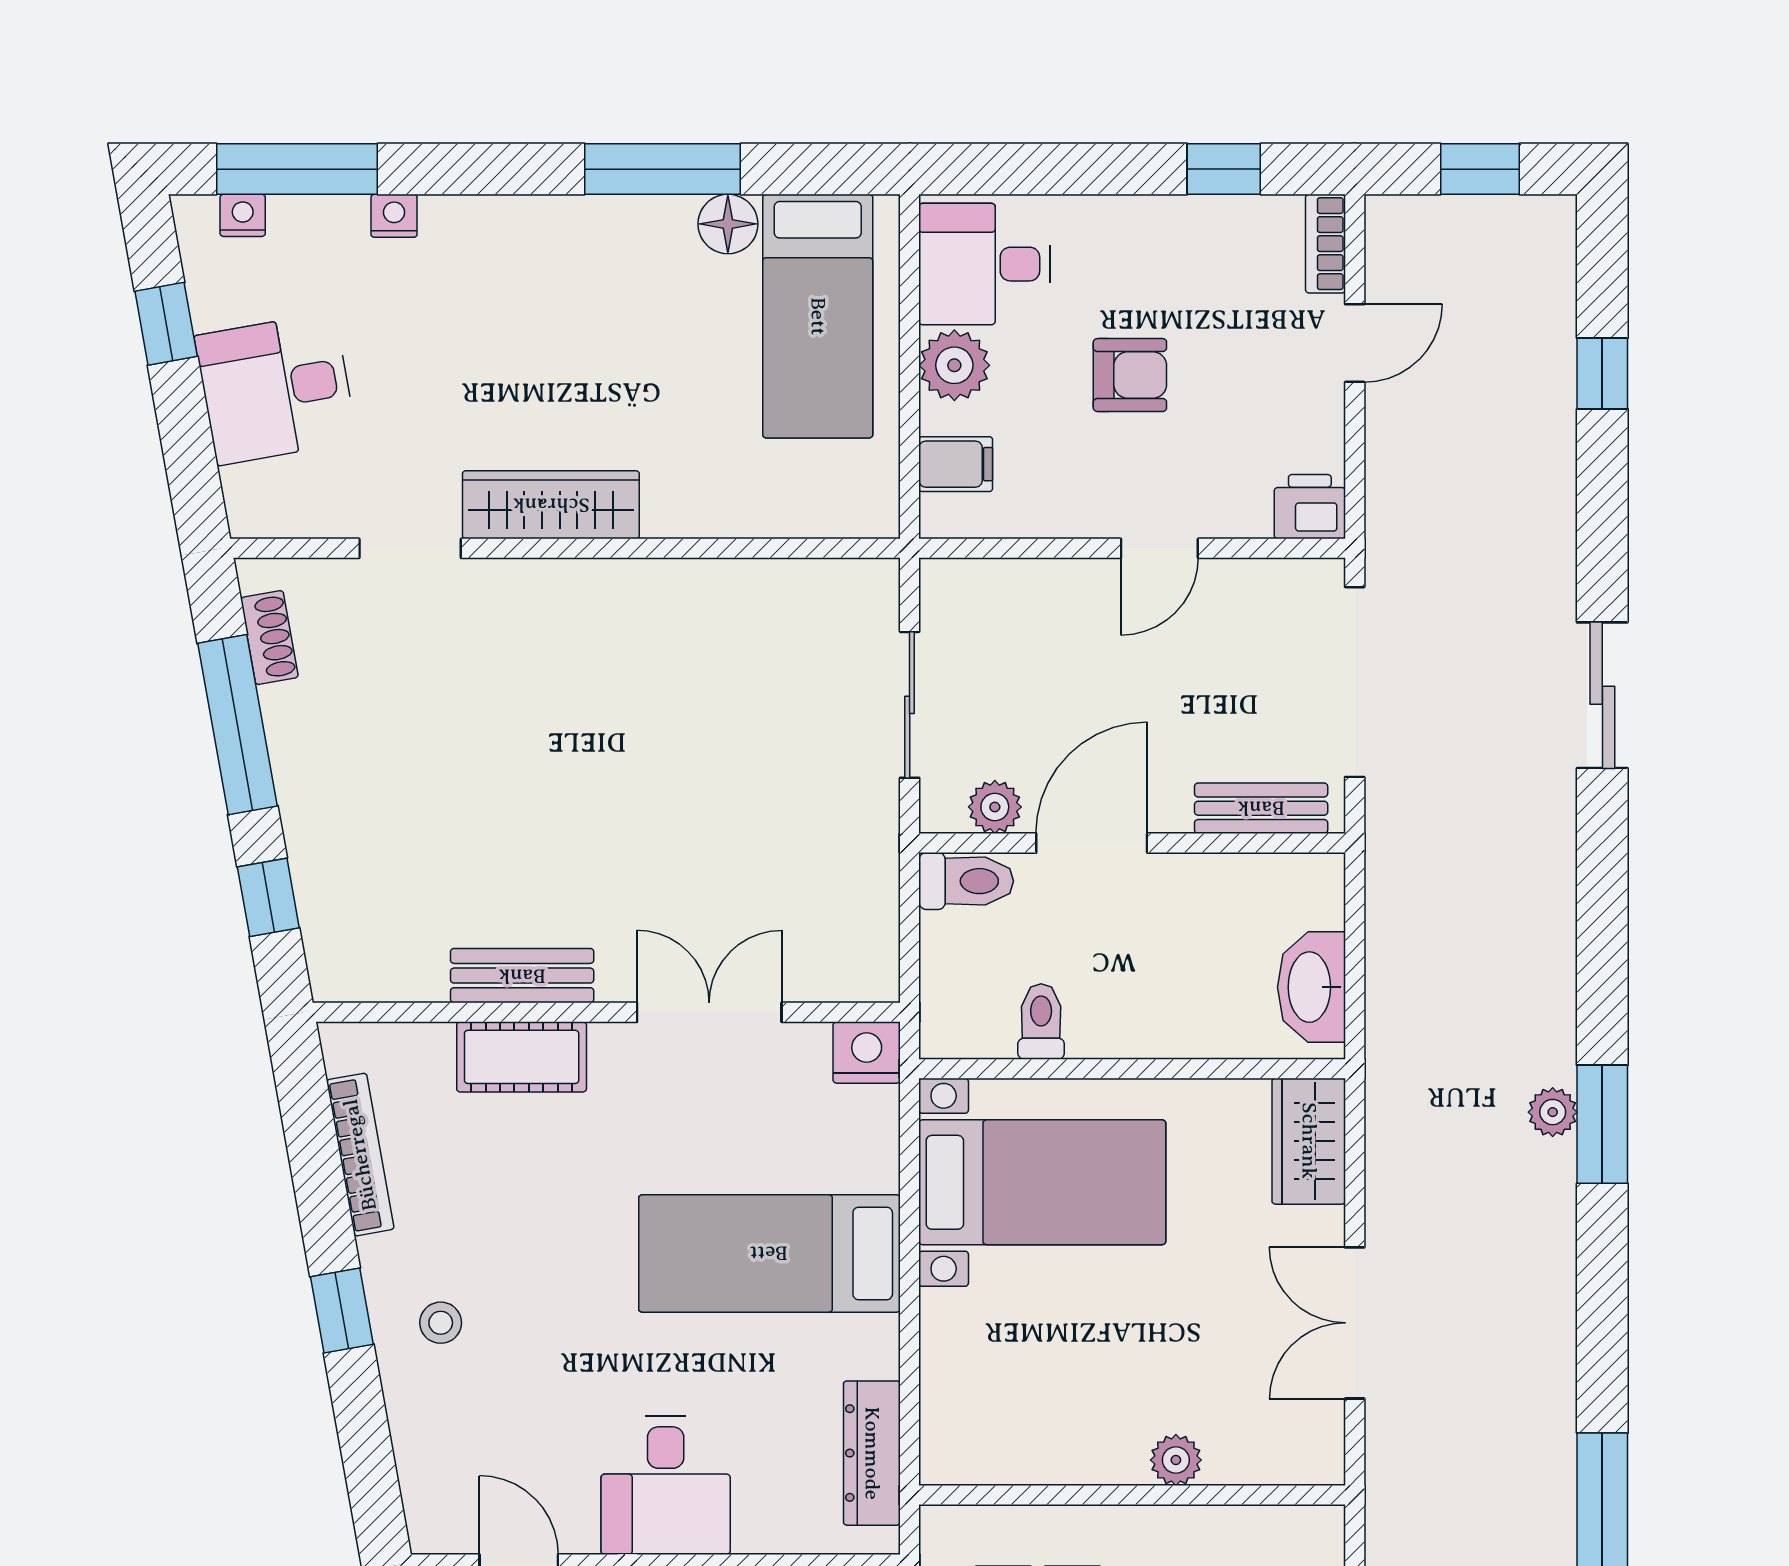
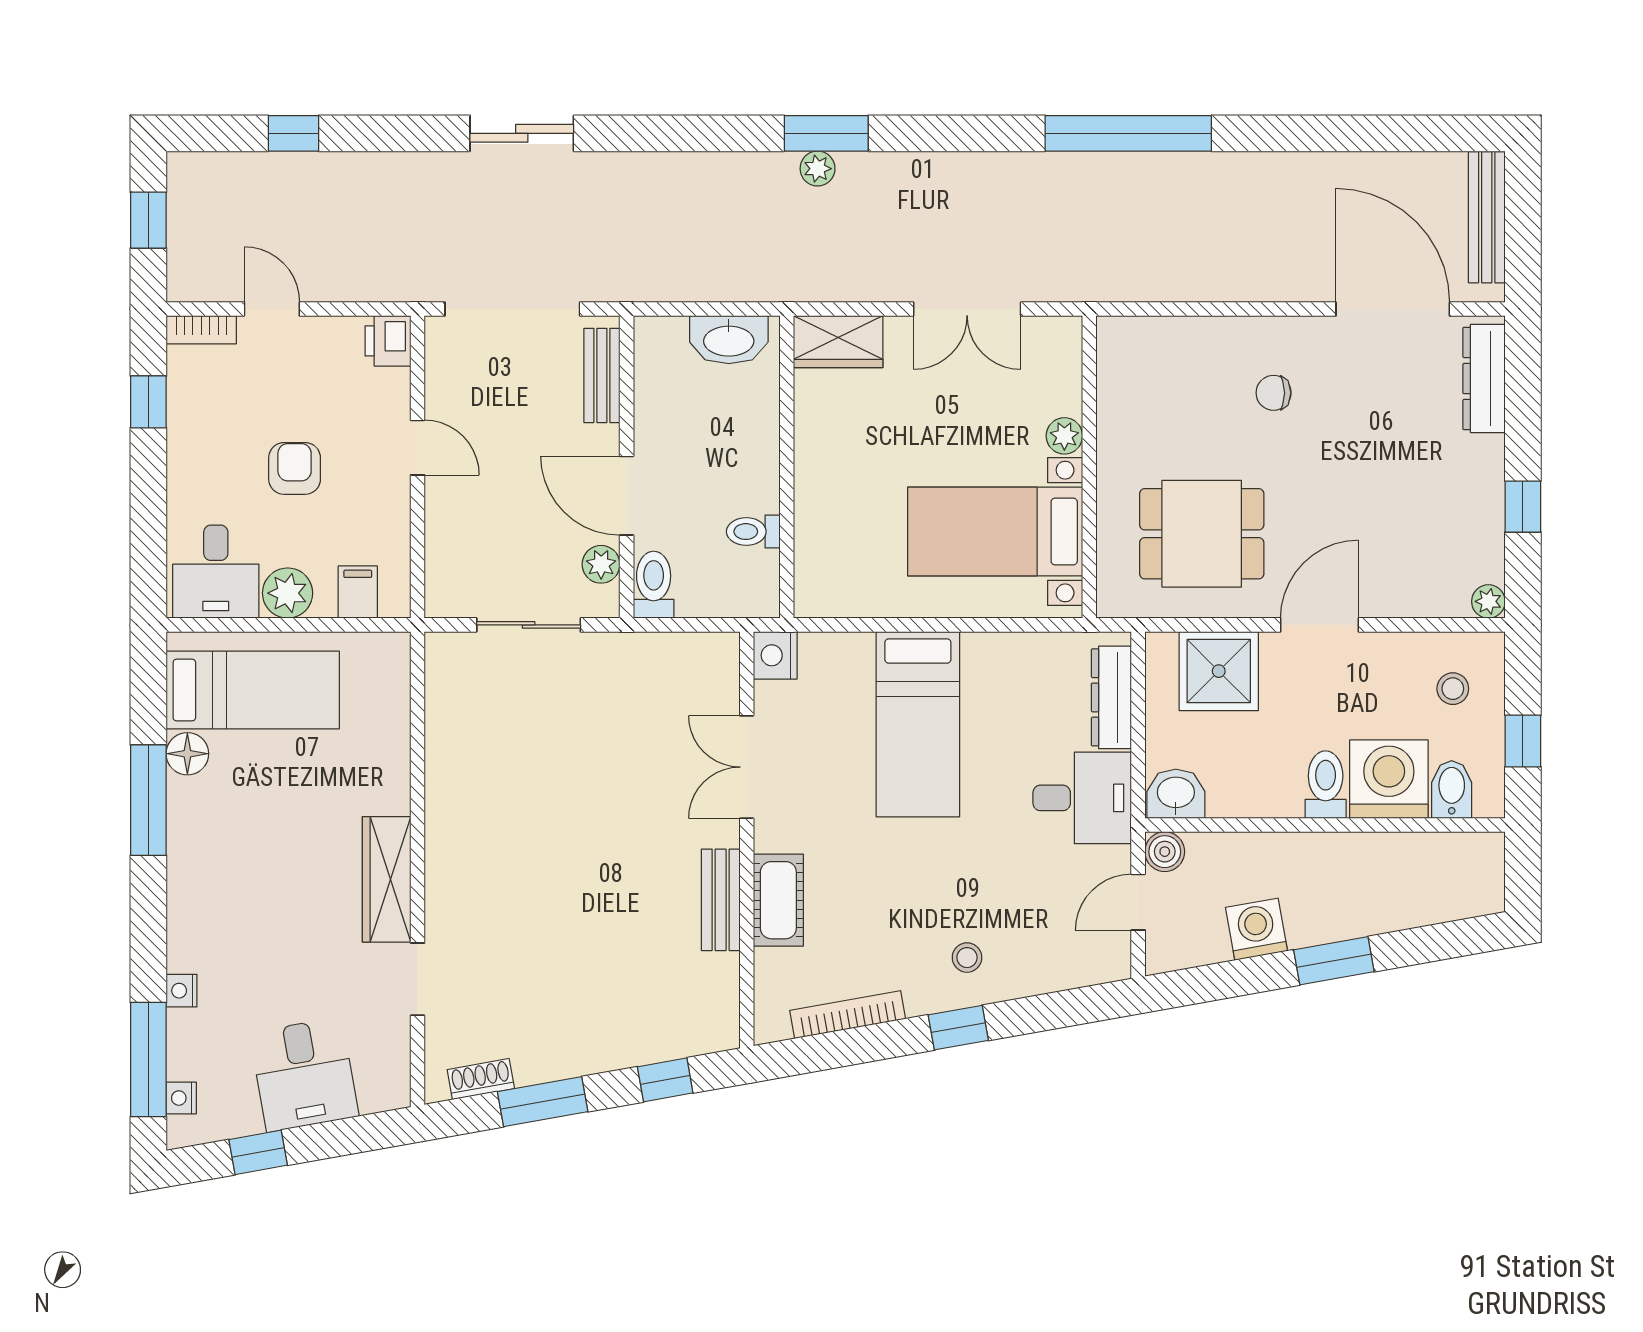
window: (238, 725) -> (543, 1102), width x0.69
bed with nightstands: (1042, 1182) -> (995, 532), moved, turned -90
dresser: (872, 1453) -> (1111, 697), moved, turned 90

